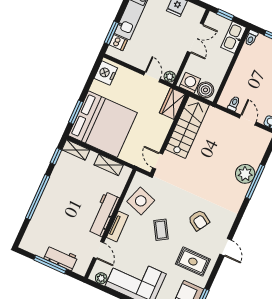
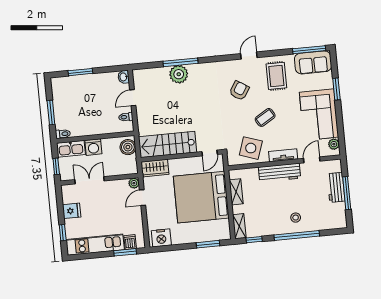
washing machine: (190, 83) -> (93, 147), moved, turned -90
bed: (103, 124) -> (201, 197), moved, turned -90
stool: (54, 205) -> (296, 218), added

